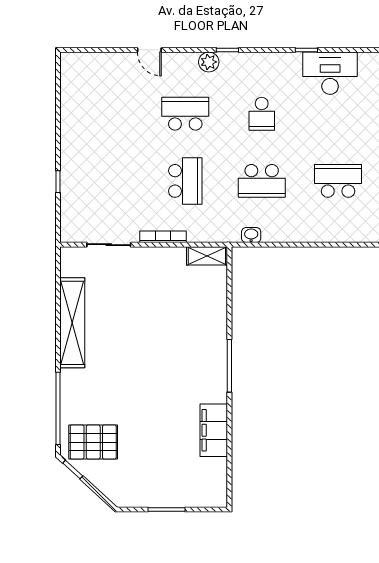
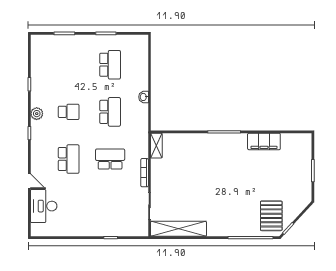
door: (149, 50) -> (29, 181), hinge flipped
plant: (209, 62) -> (37, 114), moved
desk: (330, 73) -> (44, 206), moved
school desk: (185, 114) -> (69, 159), turned 180
school desk: (338, 181) -> (110, 65), turned 180
washbasin: (251, 235) -> (144, 97), moved
shelving: (72, 323) -> (178, 229), moved

